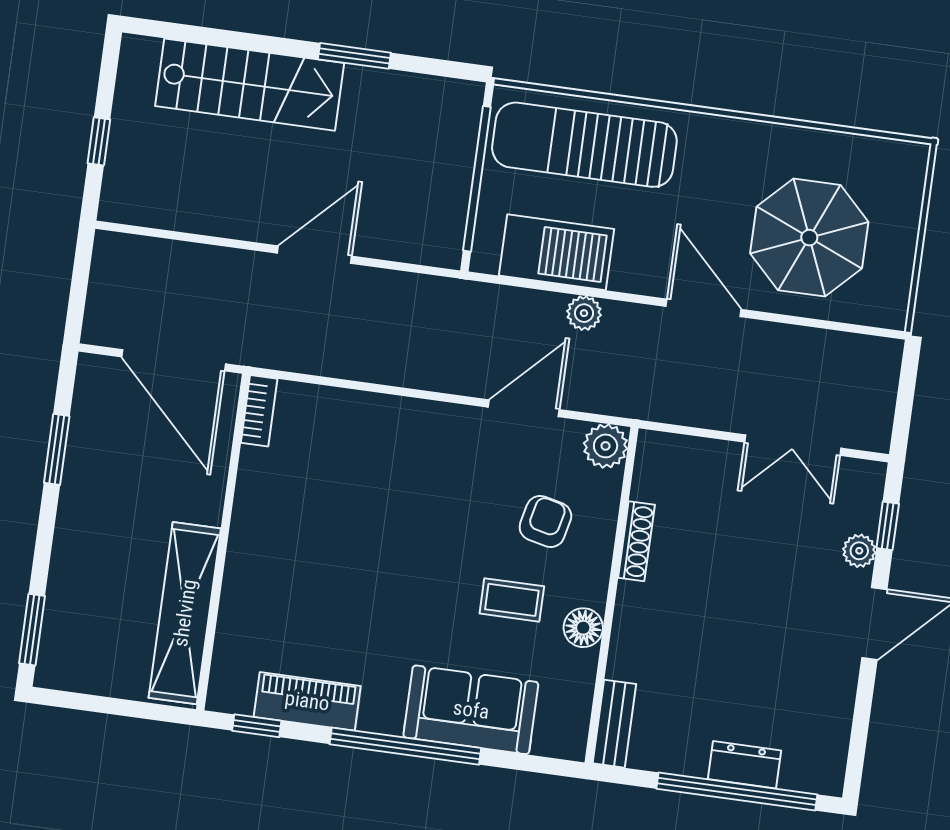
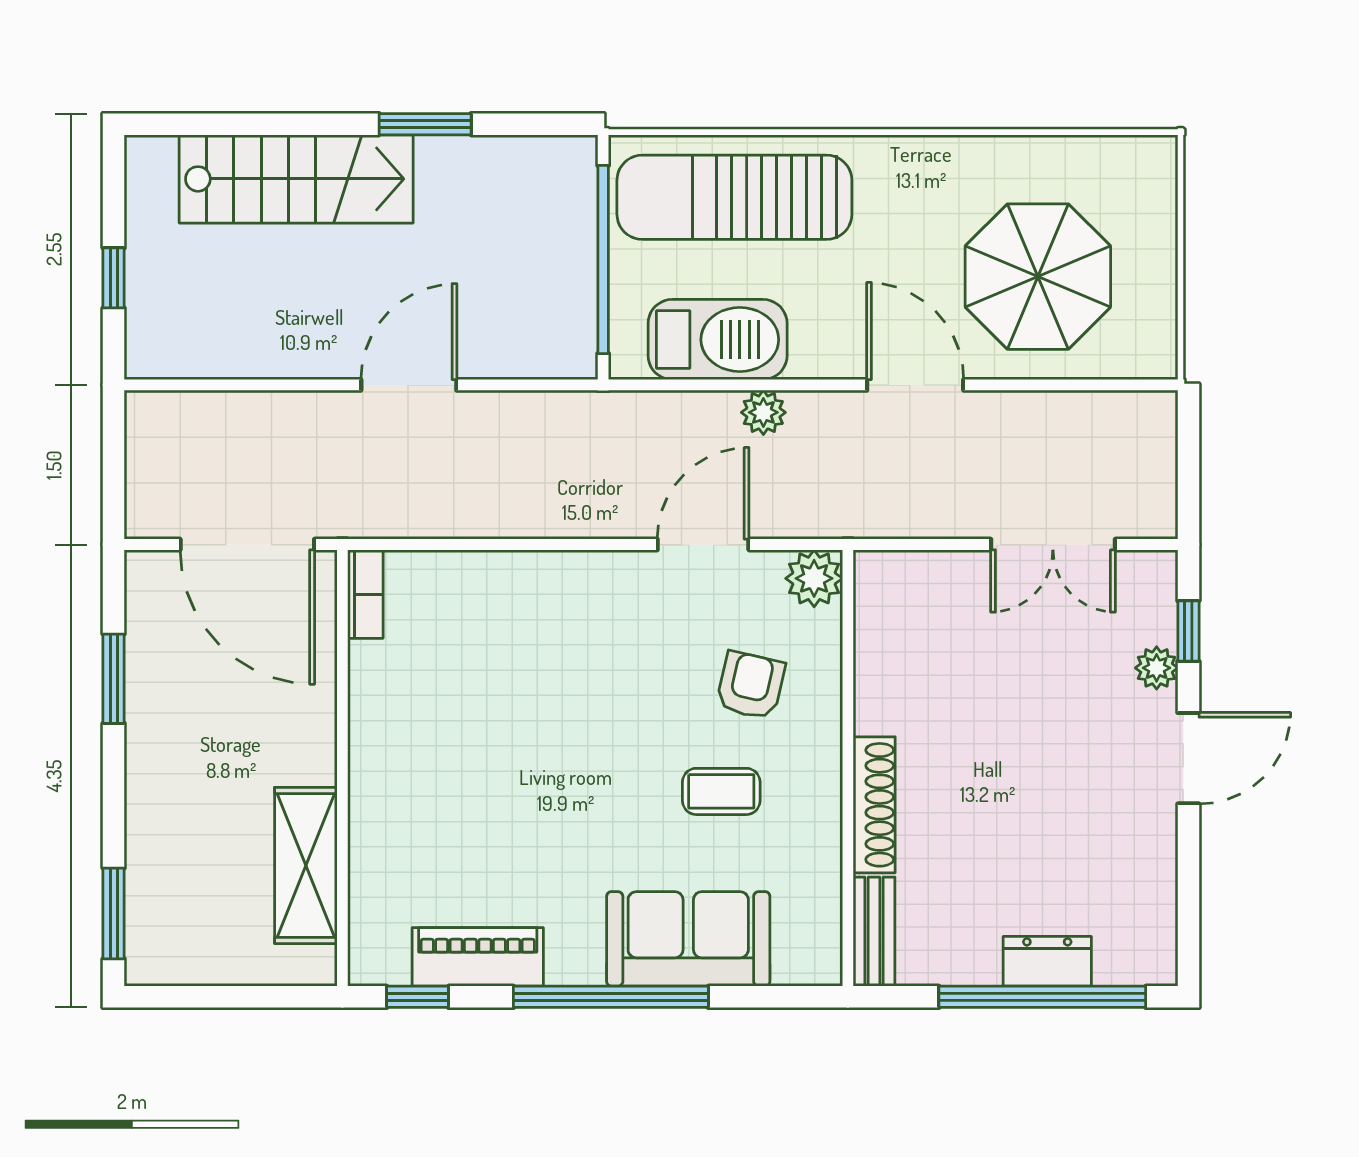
shoe rack: (636, 541) -> (874, 805), moved, width x1.36, depth x1.24
shelving: (185, 613) -> (306, 865), width x0.68
floor lamp: (583, 628) -> (817, 814), removed

